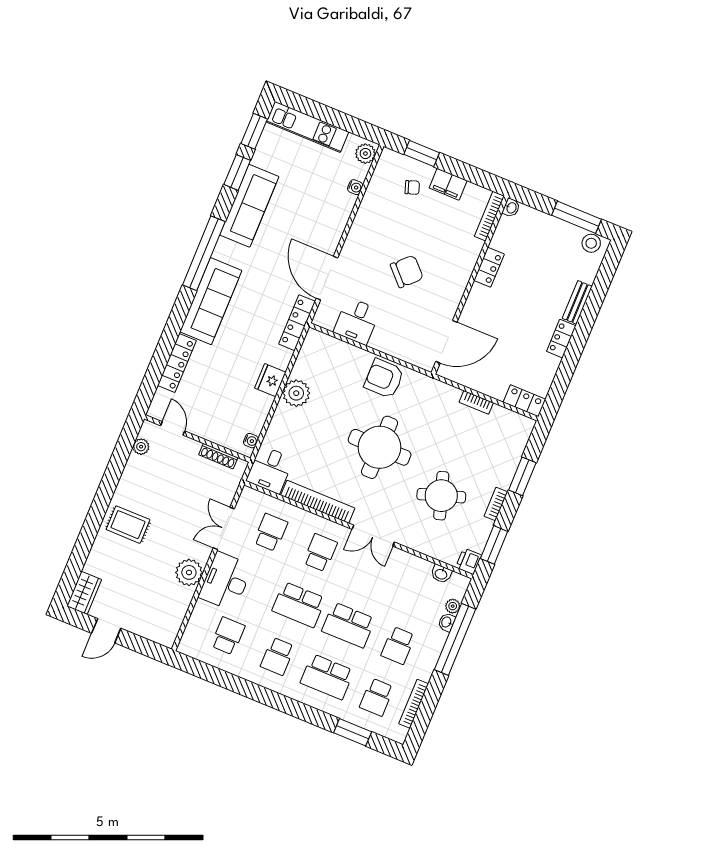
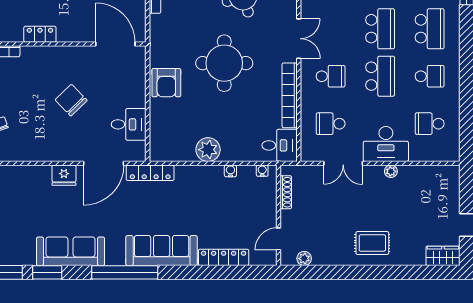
water cooler: (355, 187) -> (230, 171), moved
fridge: (270, 380) -> (64, 175), moved
rug: (128, 525) -> (372, 243), turned 90
school desk: (320, 553) -> (331, 76), turned 180
plant: (189, 572) -> (391, 171), width x0.53, depth x0.53

